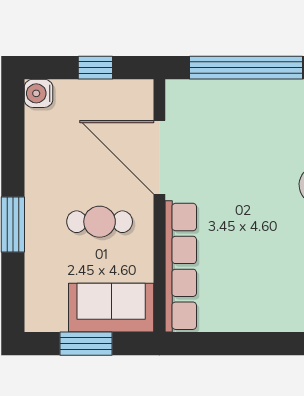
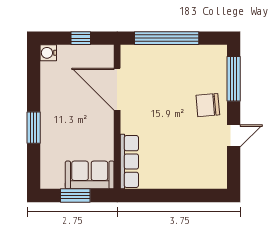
cafe table: (100, 222) -> (83, 126), removed
row of seats: (181, 266) -> (129, 162), width x0.73

